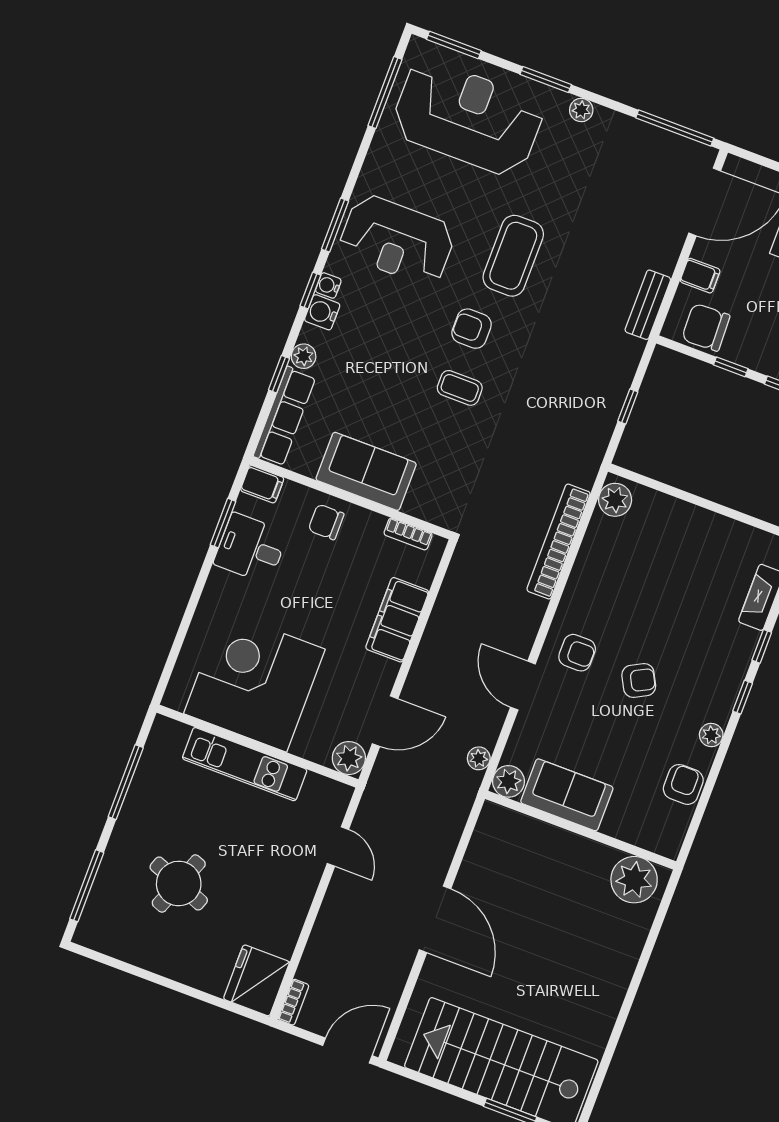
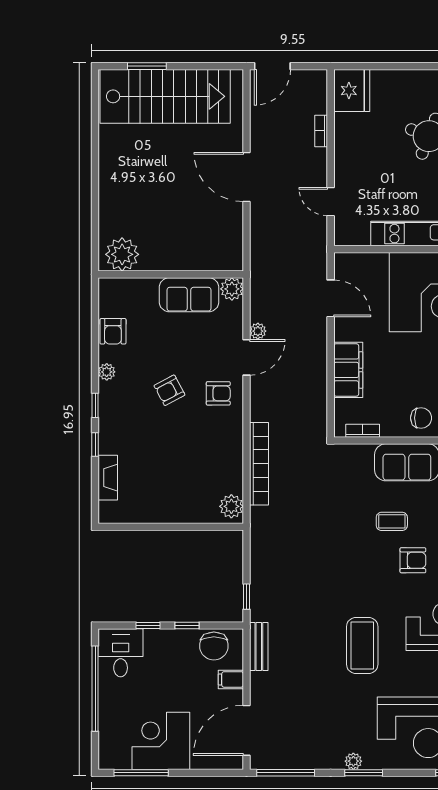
window: (546, 79) -> (364, 773), moved
chair: (706, 327) -> (214, 646), turned 92
armchair: (472, 329) -> (413, 560), moved
coffee table: (460, 388) -> (392, 521), moved
window: (628, 407) -> (246, 597), moved
armchair: (577, 653) -> (218, 393), turned 180
door: (523, 686) -> (246, 357), hinge flipped
door: (385, 721) -> (331, 298), swing flipped
plant: (349, 758) -> (346, 264), removed
plant: (479, 758) -> (258, 331), moved
bookcase: (294, 1002) -> (321, 131), moved

